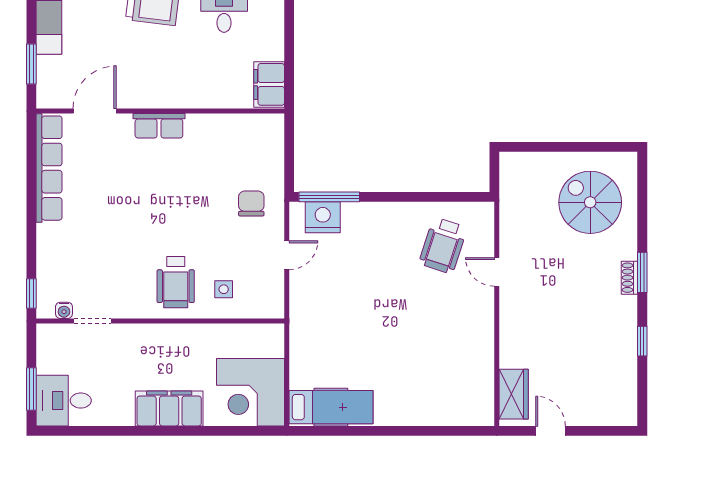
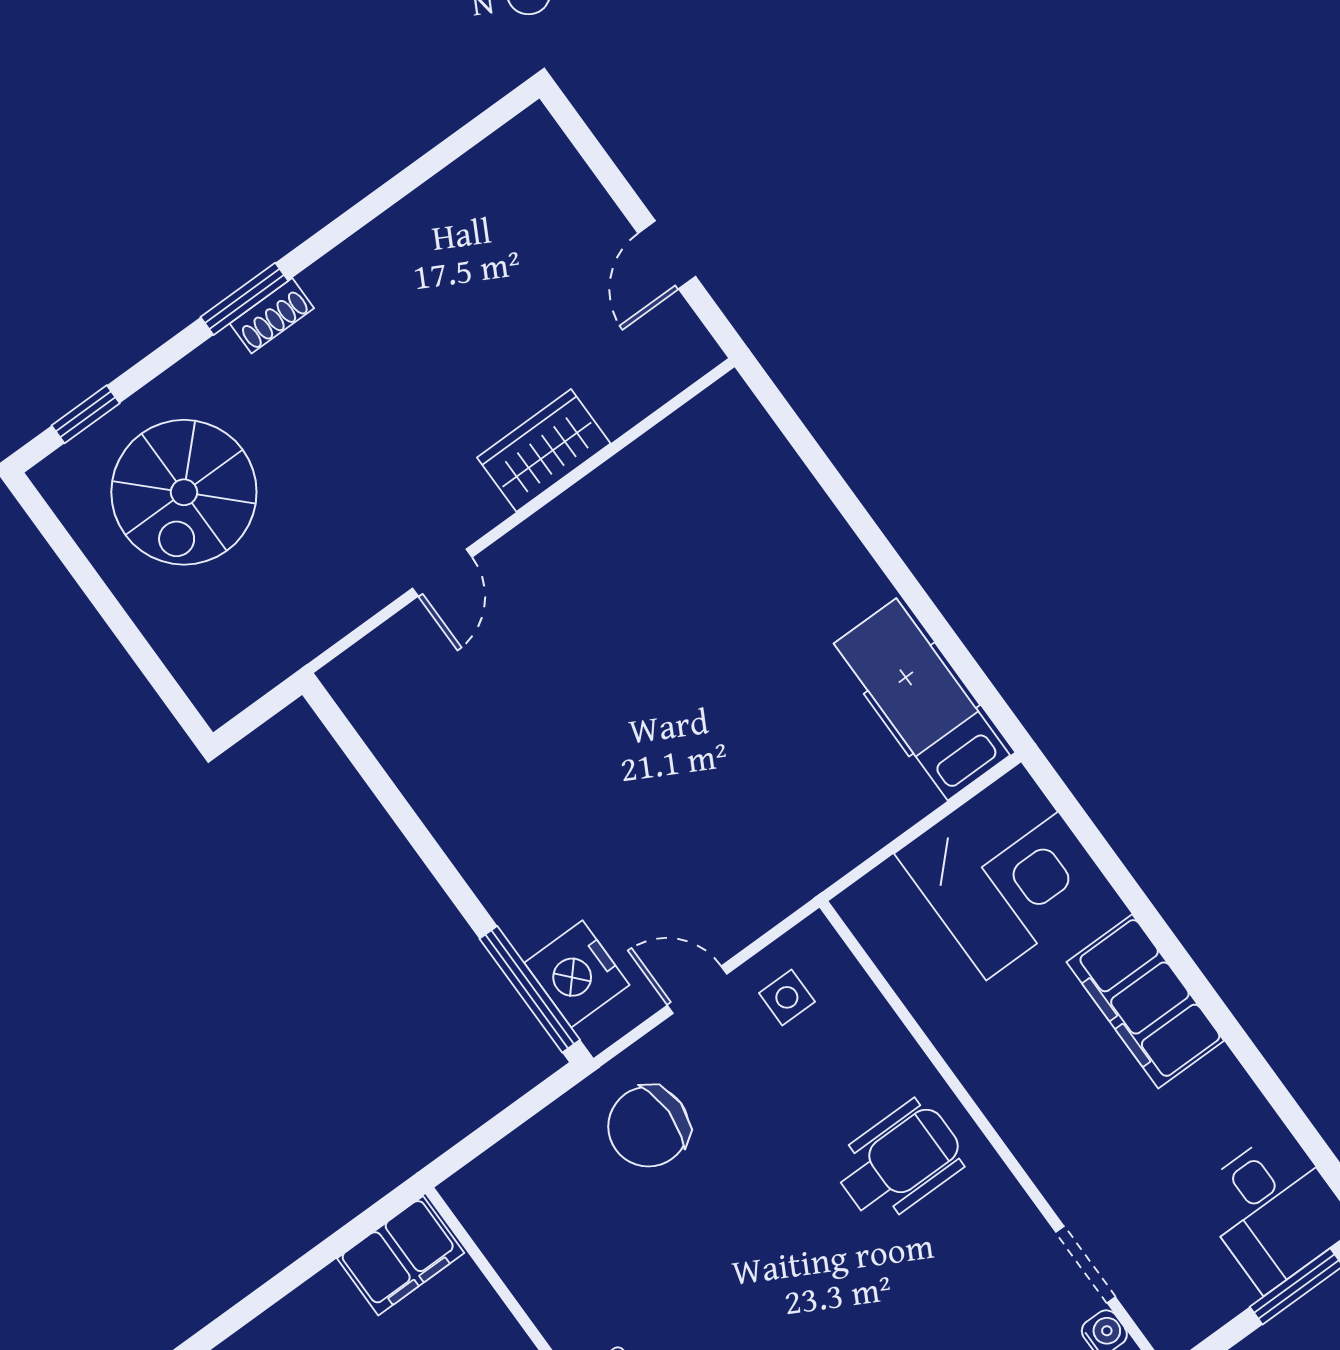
chair: (251, 204) -> (648, 1127), width x1.37, depth x1.37
wheelchair: (443, 246) -> (466, 710), removed
side table: (224, 289) -> (787, 997), moved
window: (642, 341) -> (86, 414), moved
wardrobe: (514, 394) -> (544, 450), moved

